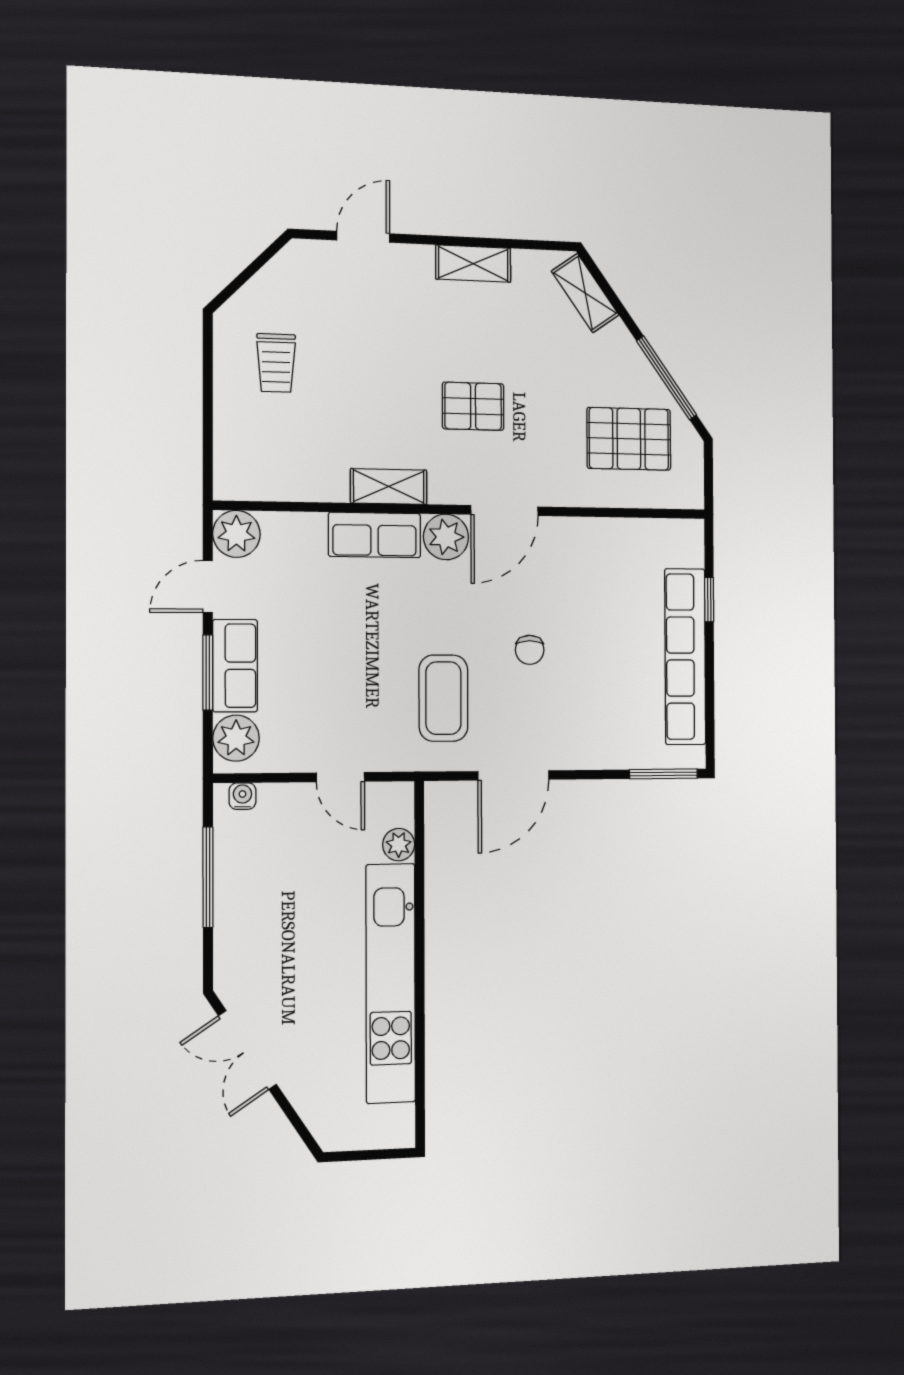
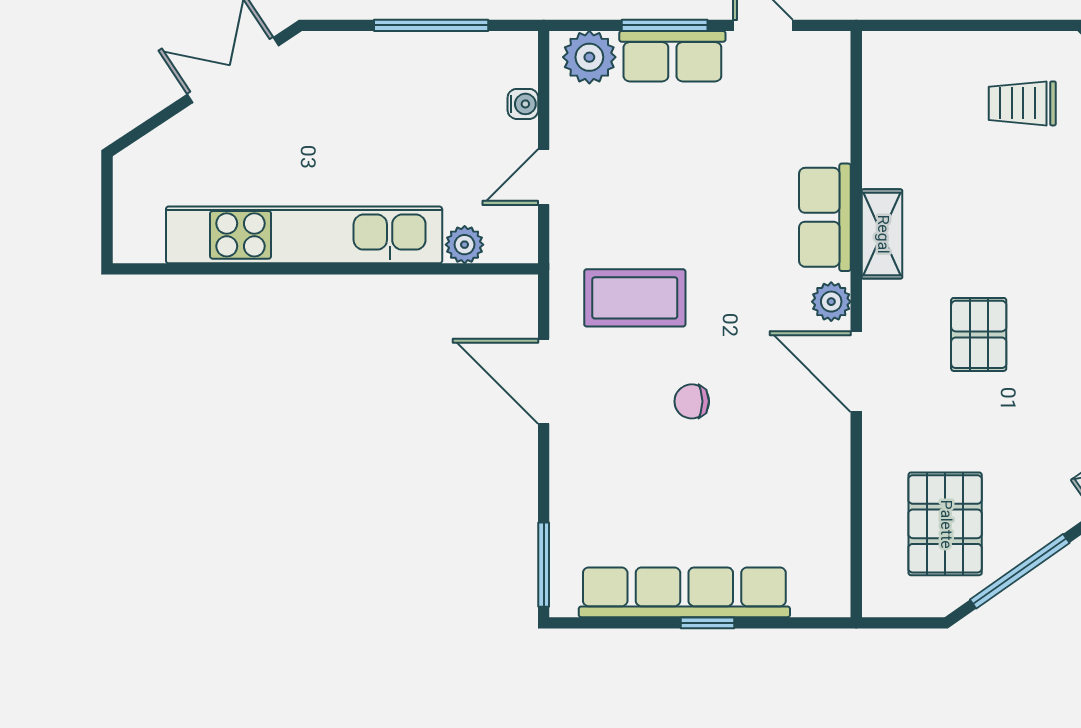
plant: (236, 534) -> (824, 58), removed
plant: (446, 537) -> (831, 302), width x0.73, depth x0.73
window: (709, 600) -> (707, 623), moved
water cooler: (242, 796) -> (523, 104), moved

